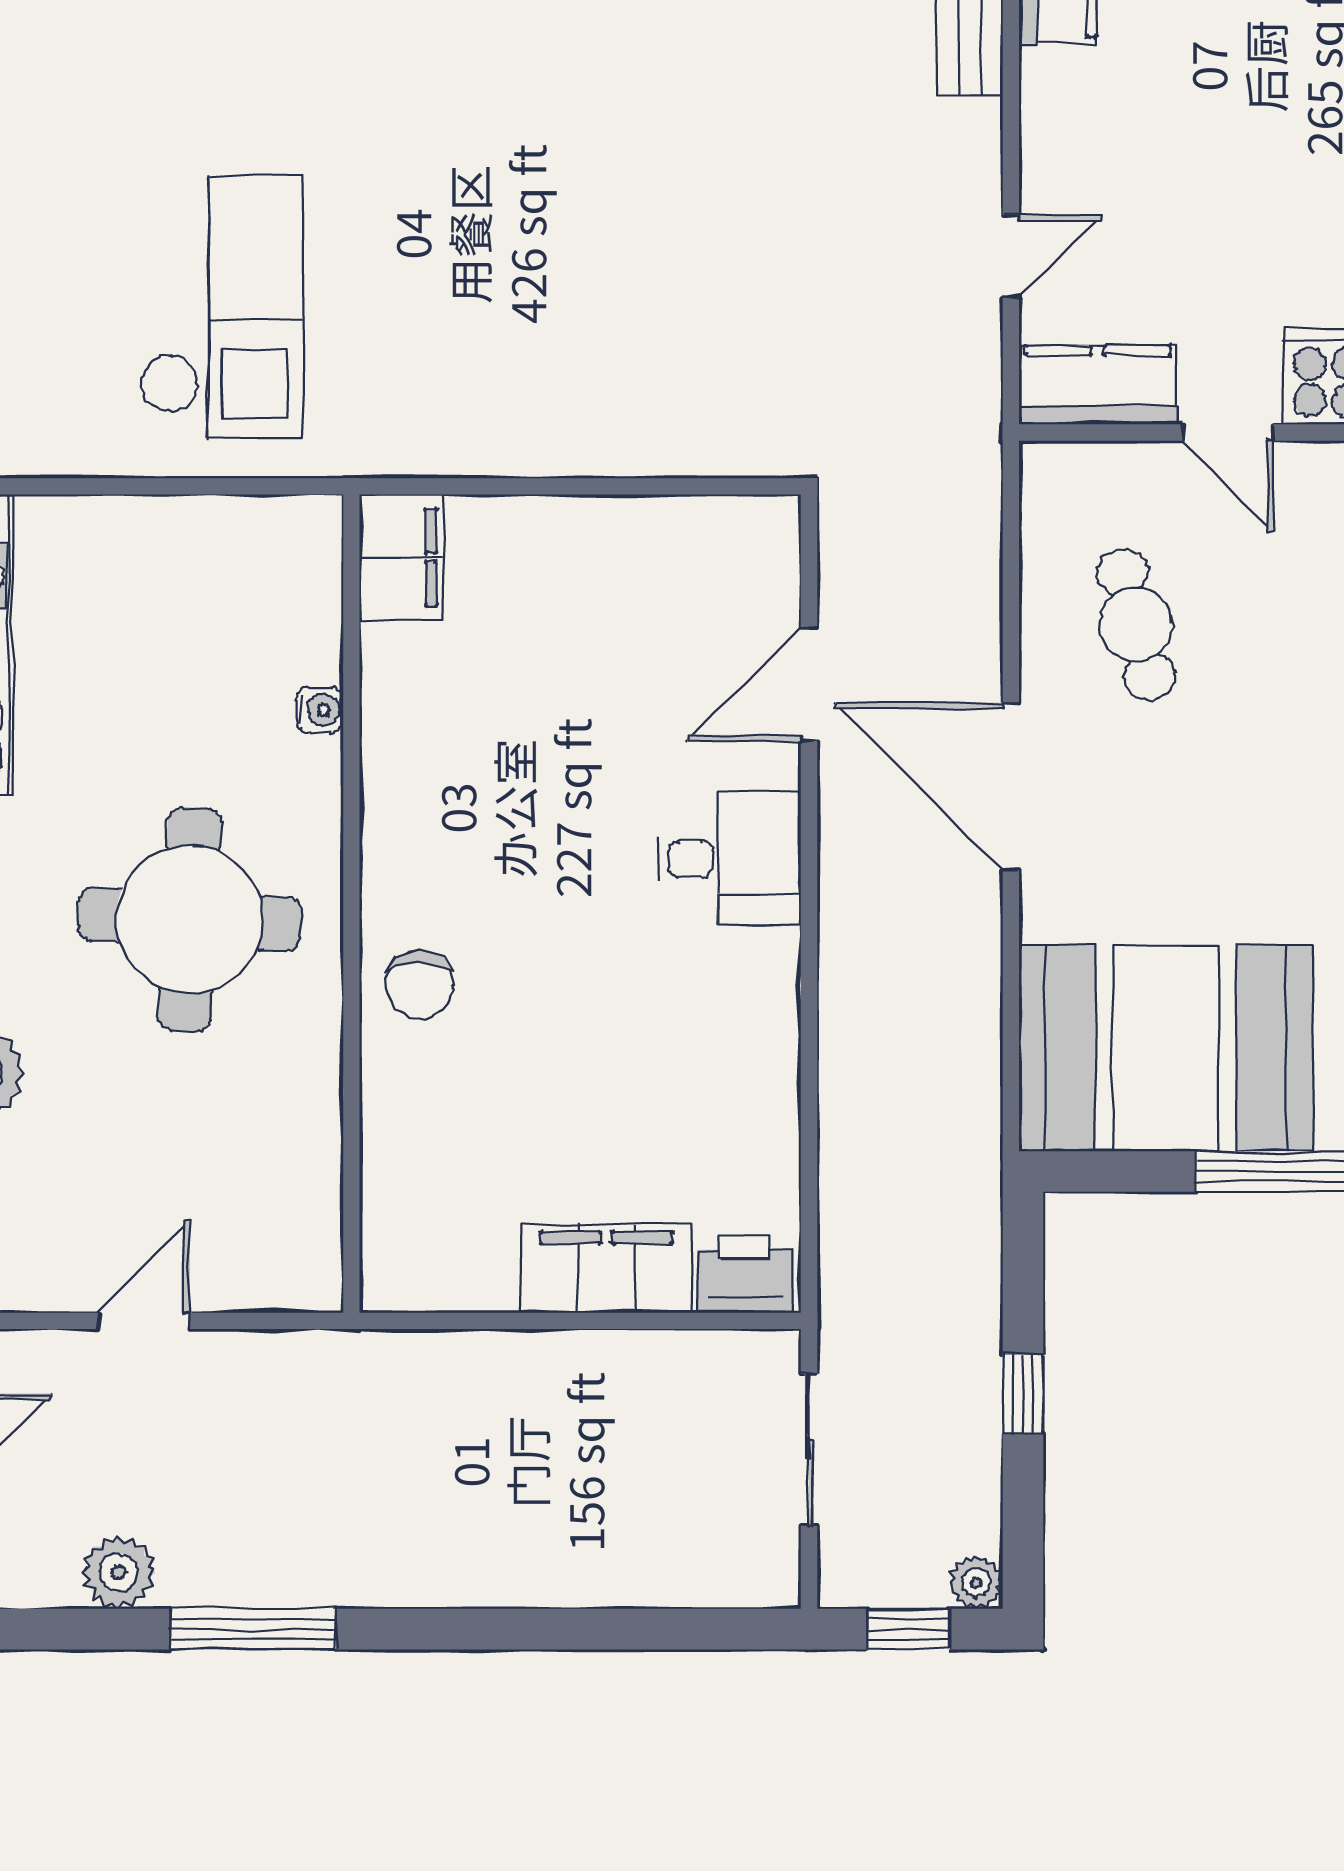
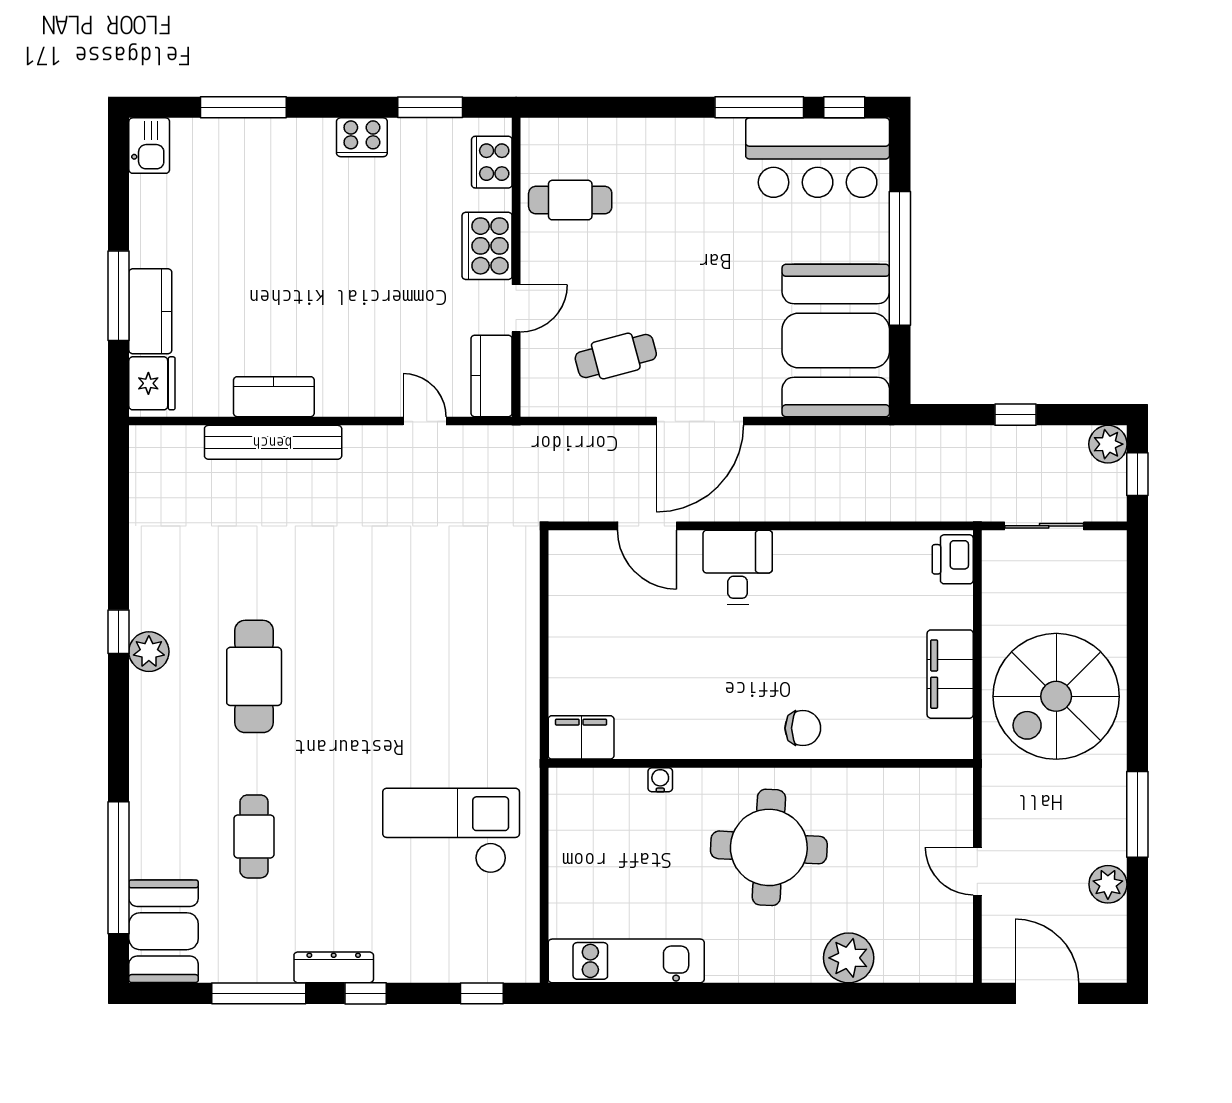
filing cabinet: (606, 1269) -> (950, 674), moved
spiral stairs: (481, 1473) -> (1056, 696), added
plant: (976, 1582) -> (1108, 444), width x1.38, depth x1.38

